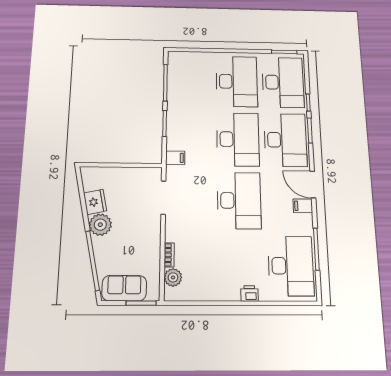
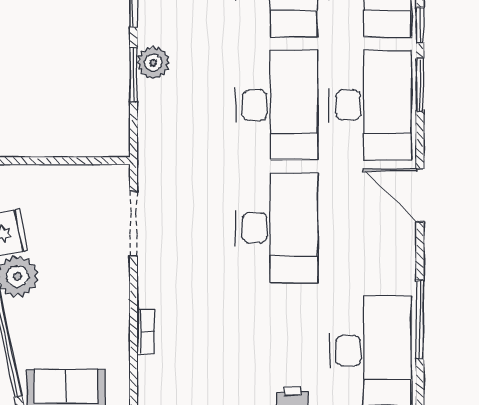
filing cabinet: (175, 158) -> (155, 145), removed
filing cabinet: (303, 206) -> (398, 237), removed
plant: (173, 277) -> (153, 63), moved

